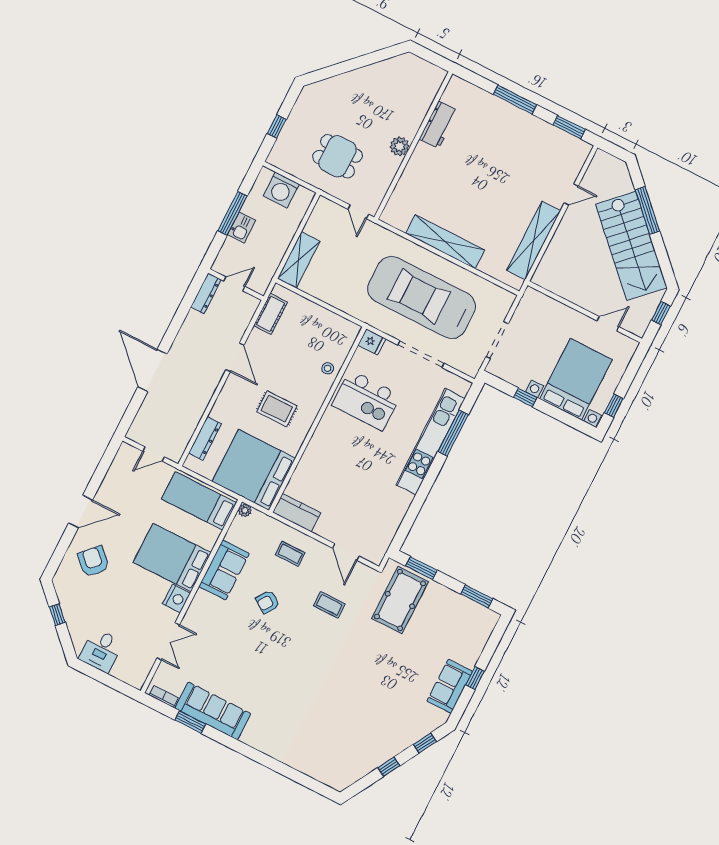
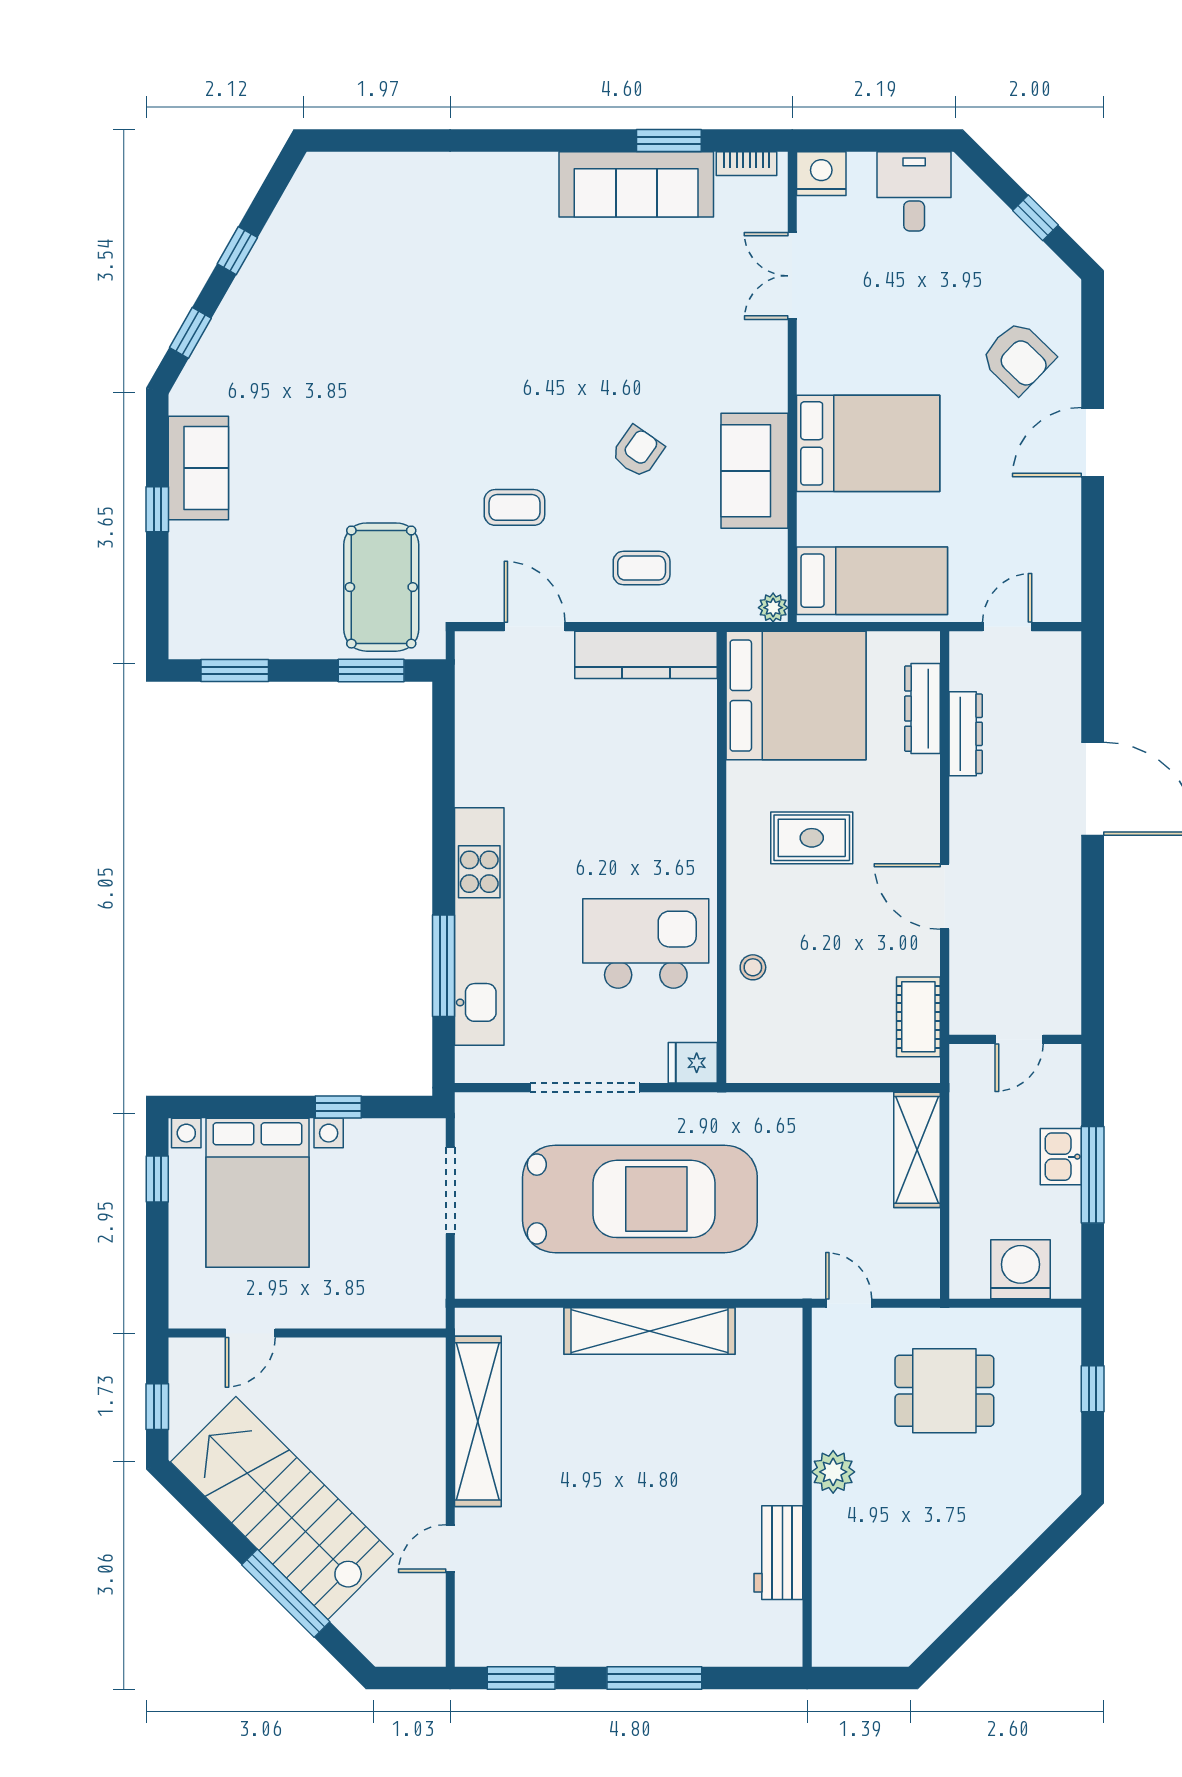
dresser: (206, 293) -> (966, 734), moved, turned 180
kitchen counter: (297, 513) -> (646, 655), width x1.50
nightstand: (177, 599) -> (821, 174), moved, turned 90

